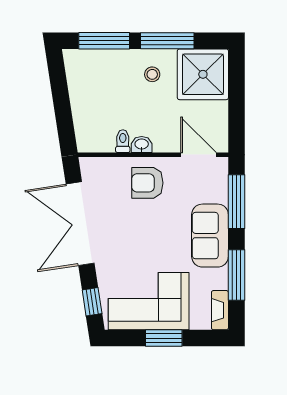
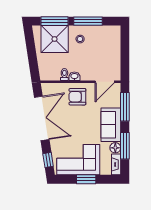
shower: (203, 74) -> (55, 39), moved
door: (199, 155) -> (105, 82), swing flipped
double door: (80, 224) -> (42, 118), swing flipped
floor lamp: (218, 279) -> (115, 148), added

